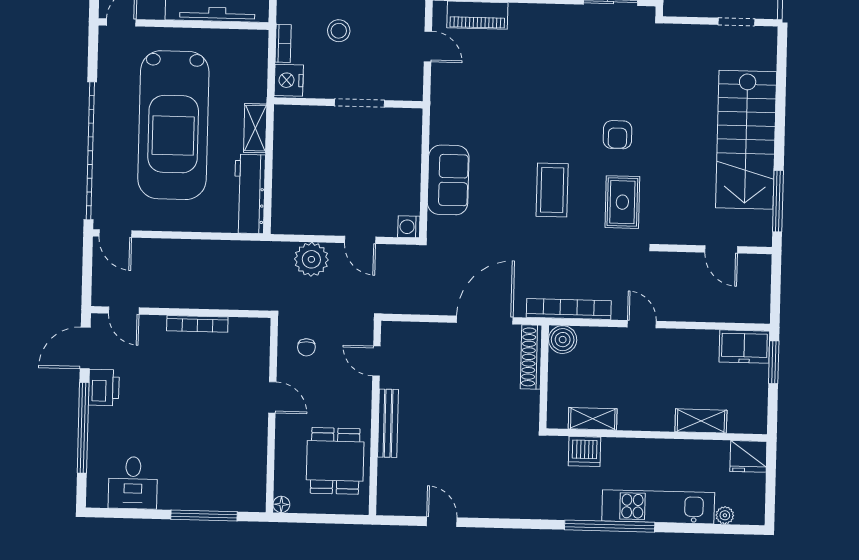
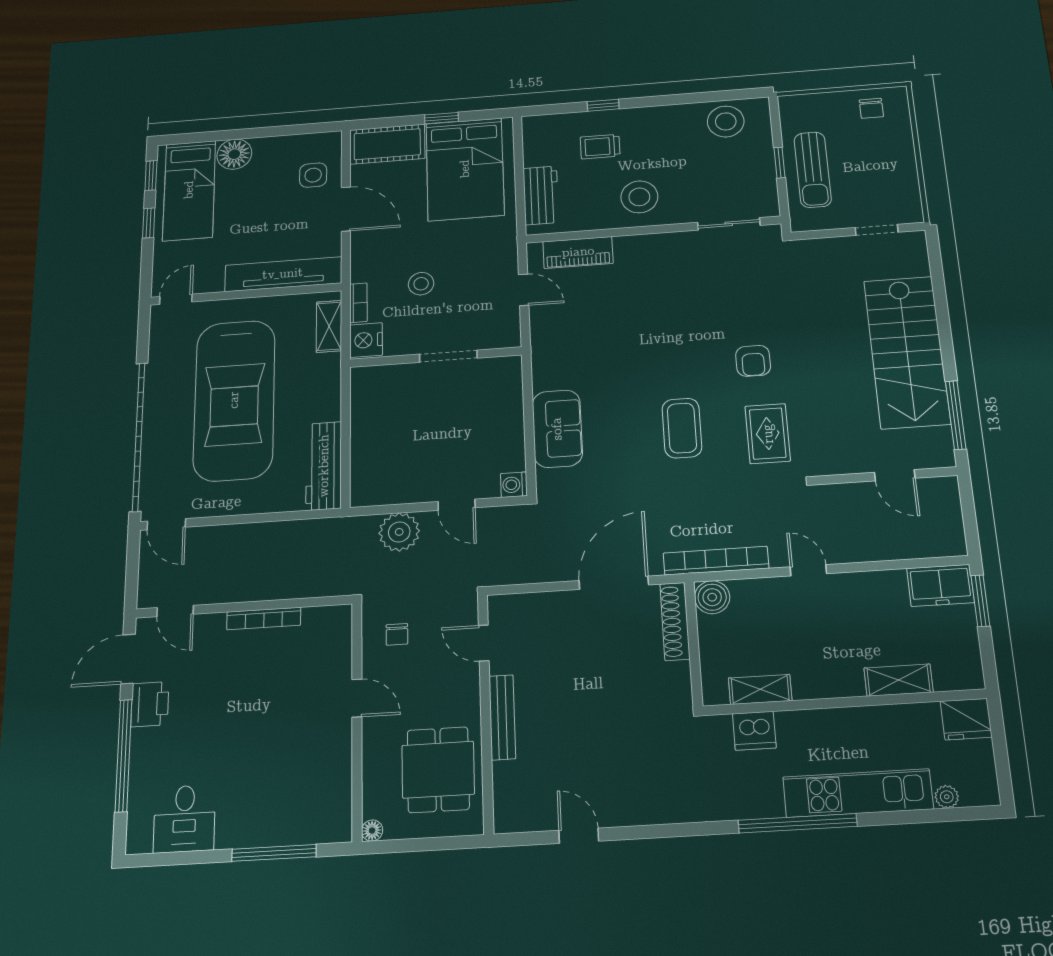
shelving: (255, 128) -> (329, 326), moved

